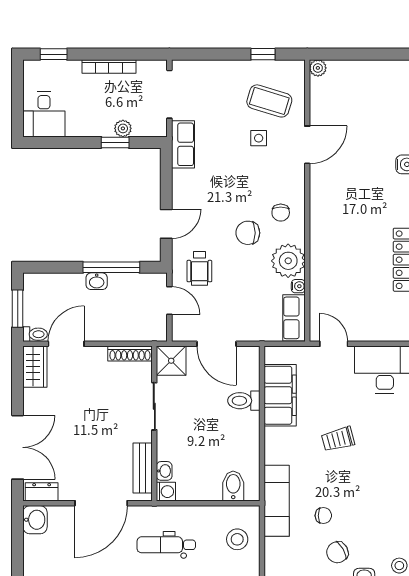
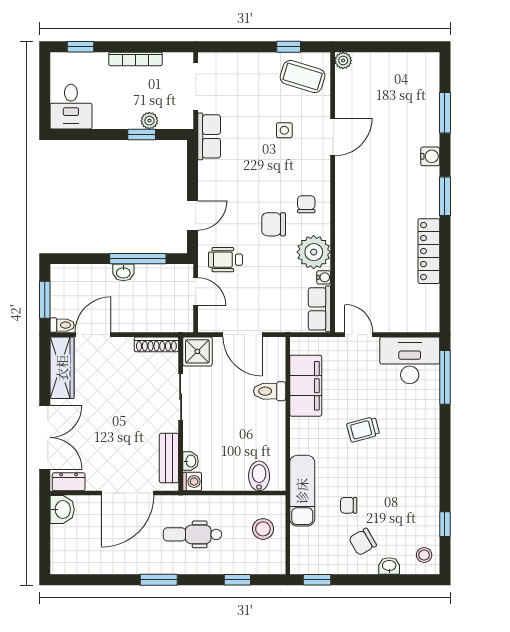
coffee table: (269, 101) -> (303, 77), moved
chair: (281, 213) -> (306, 204), turned 180
wheelchair: (199, 268) -> (225, 260), turned 90
wardrobe: (35, 367) -> (62, 368), width x1.50
chair: (323, 516) -> (349, 505), turned 180

